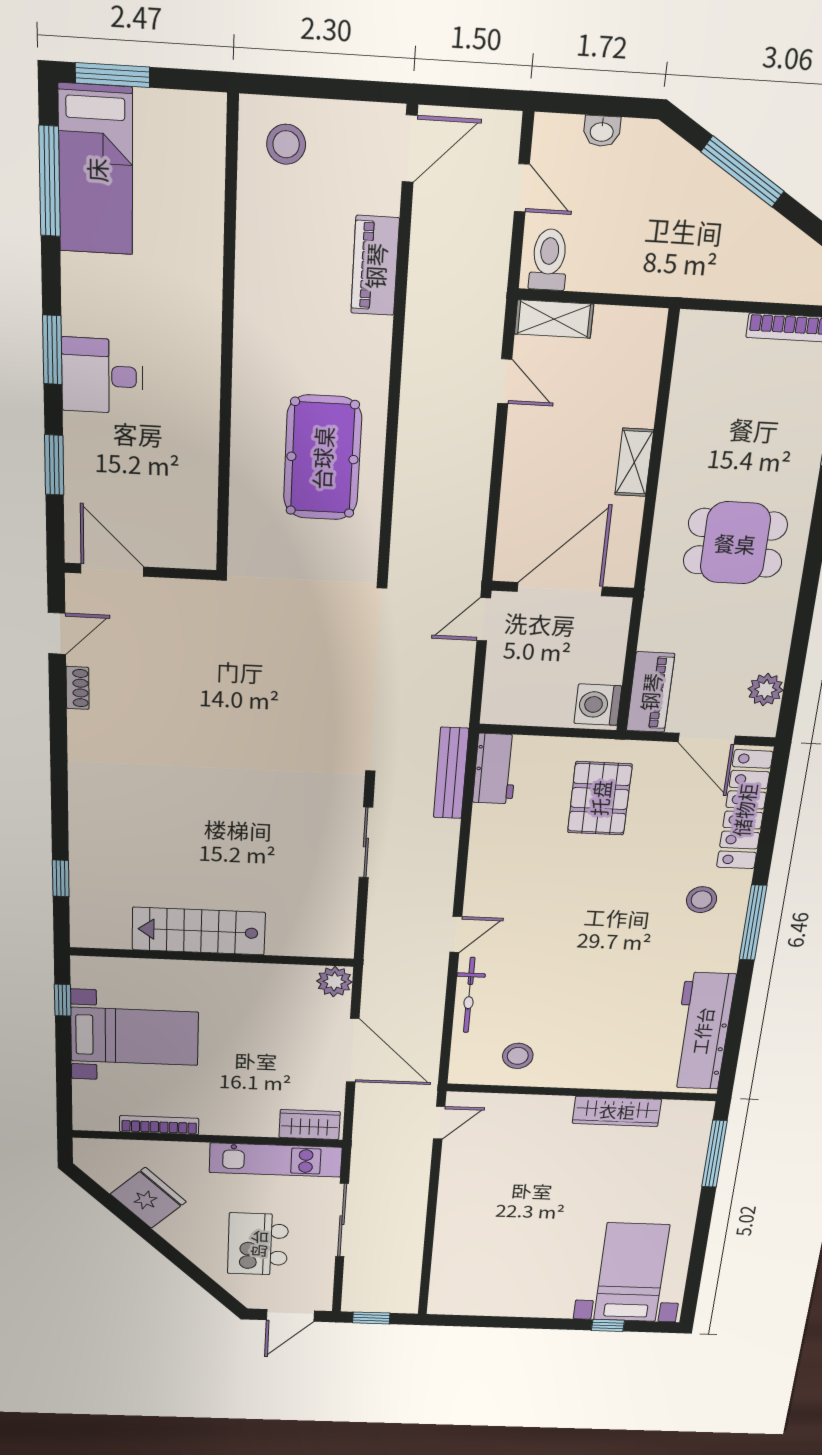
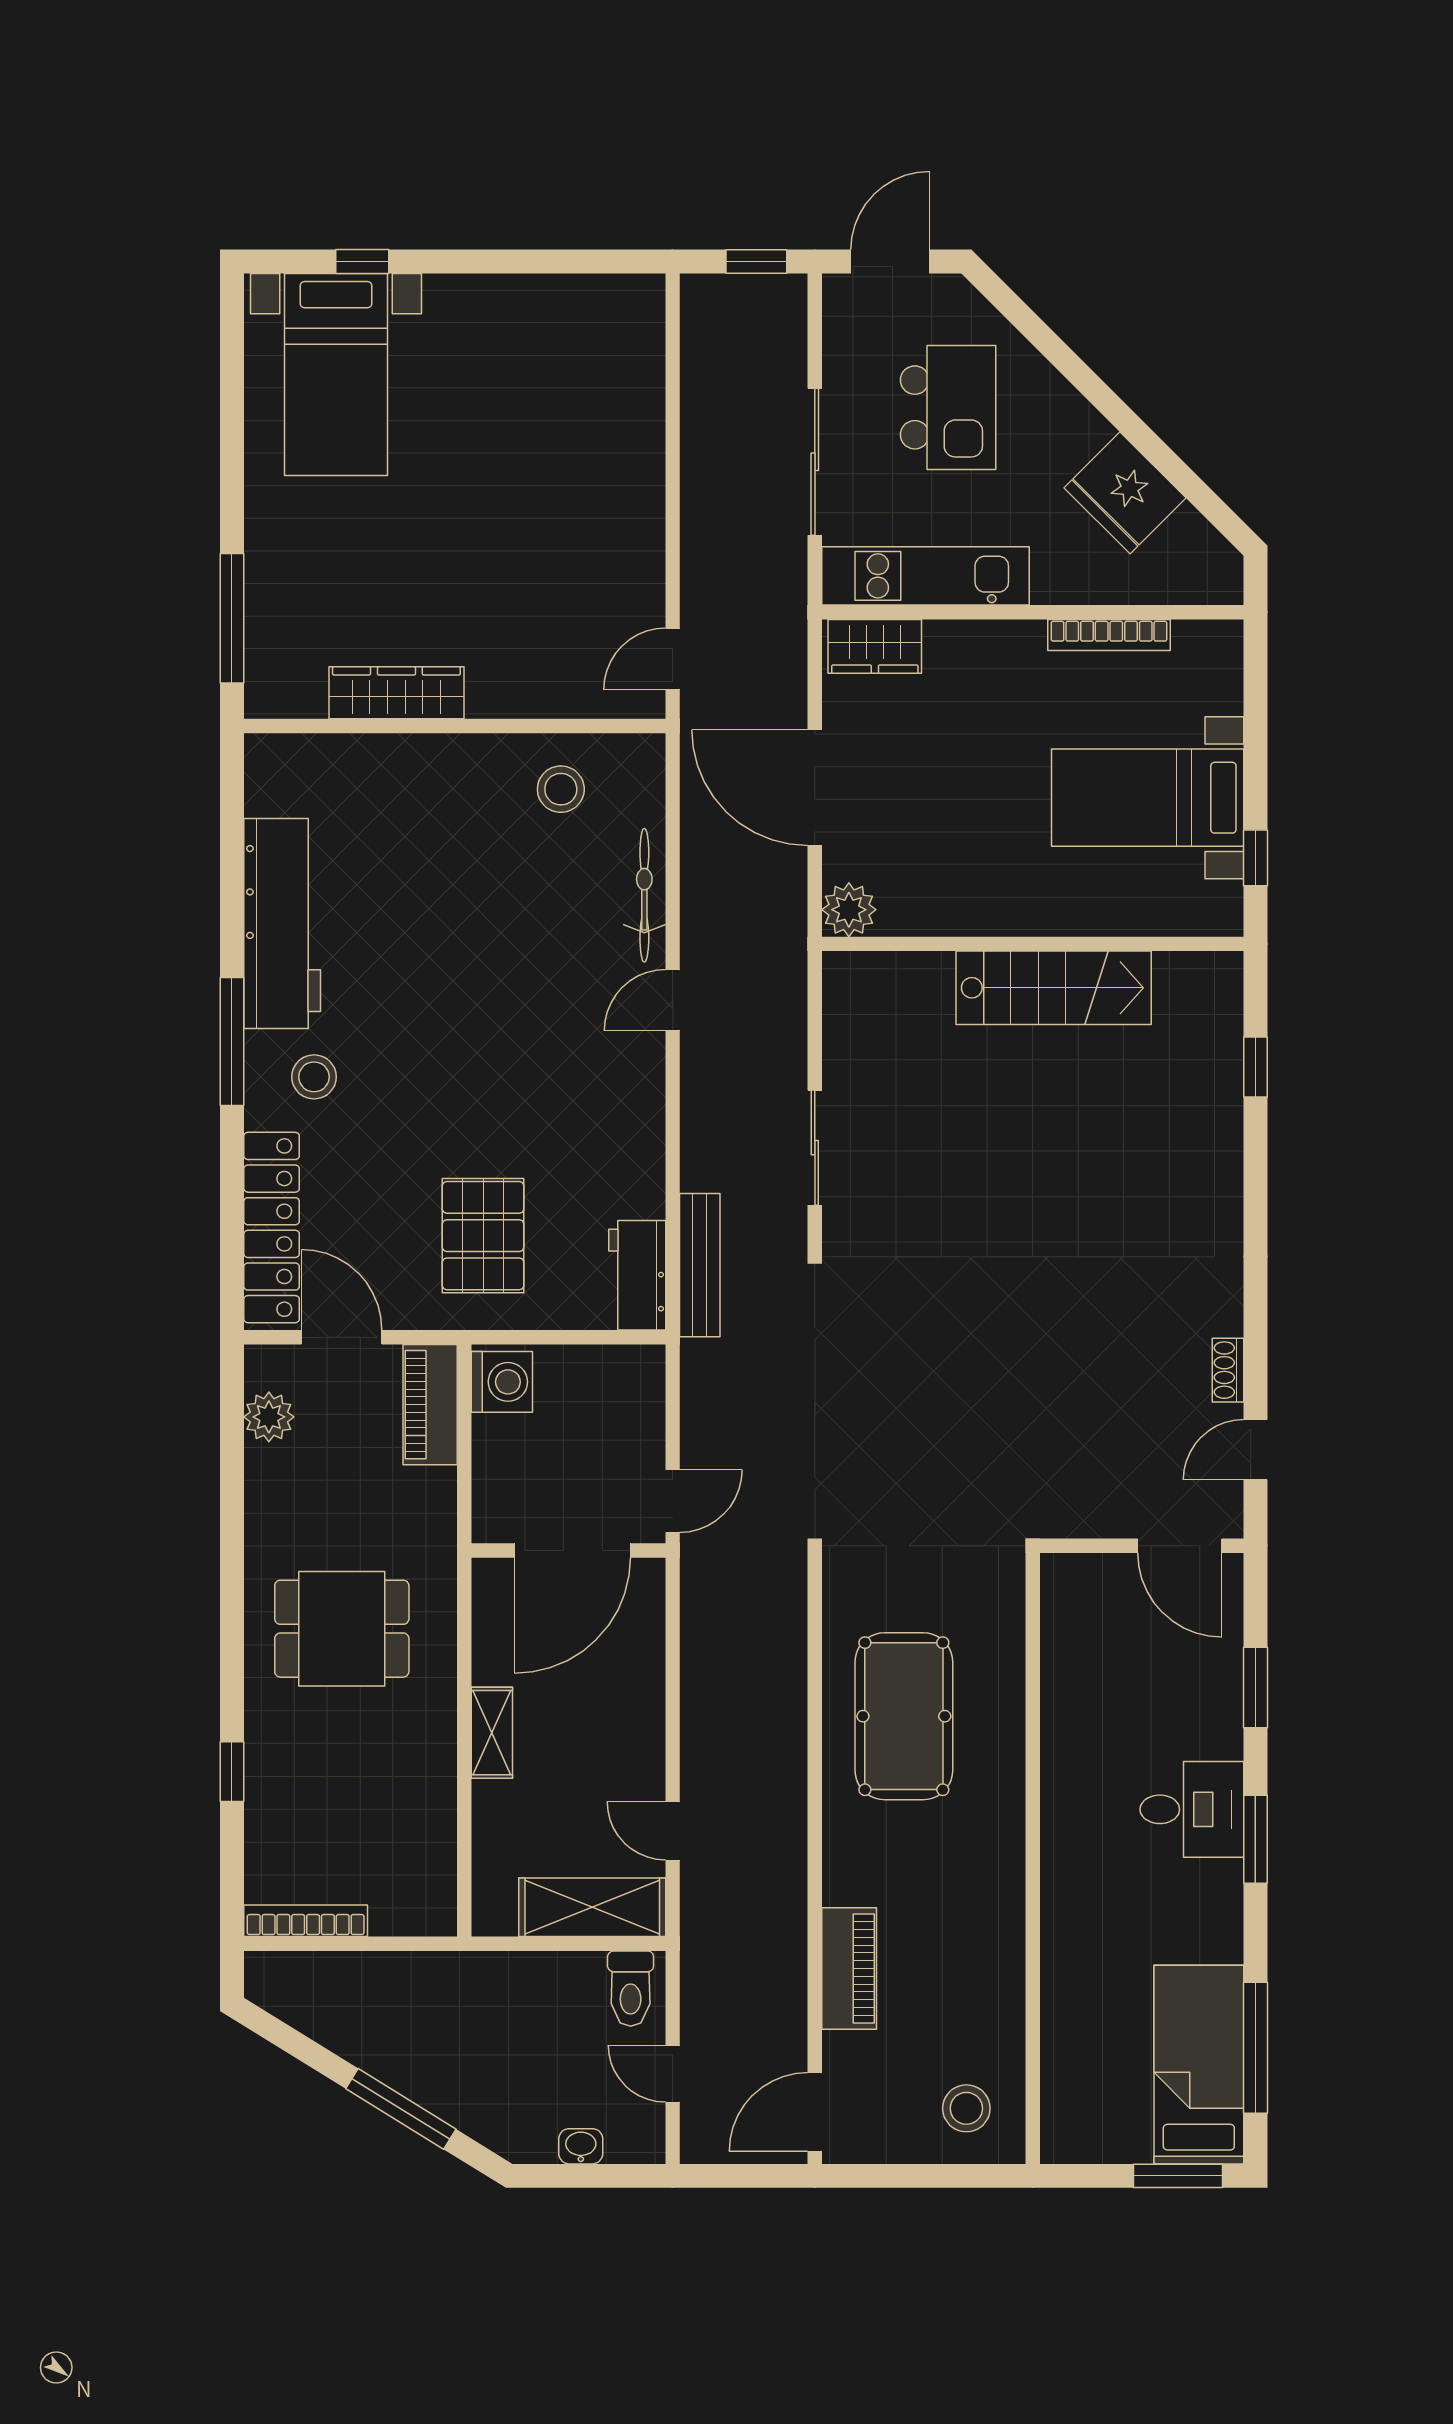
shelving: (554, 319) -> (592, 1907), width x1.50, depth x1.33
workbench: (702, 1031) -> (282, 923), moved

